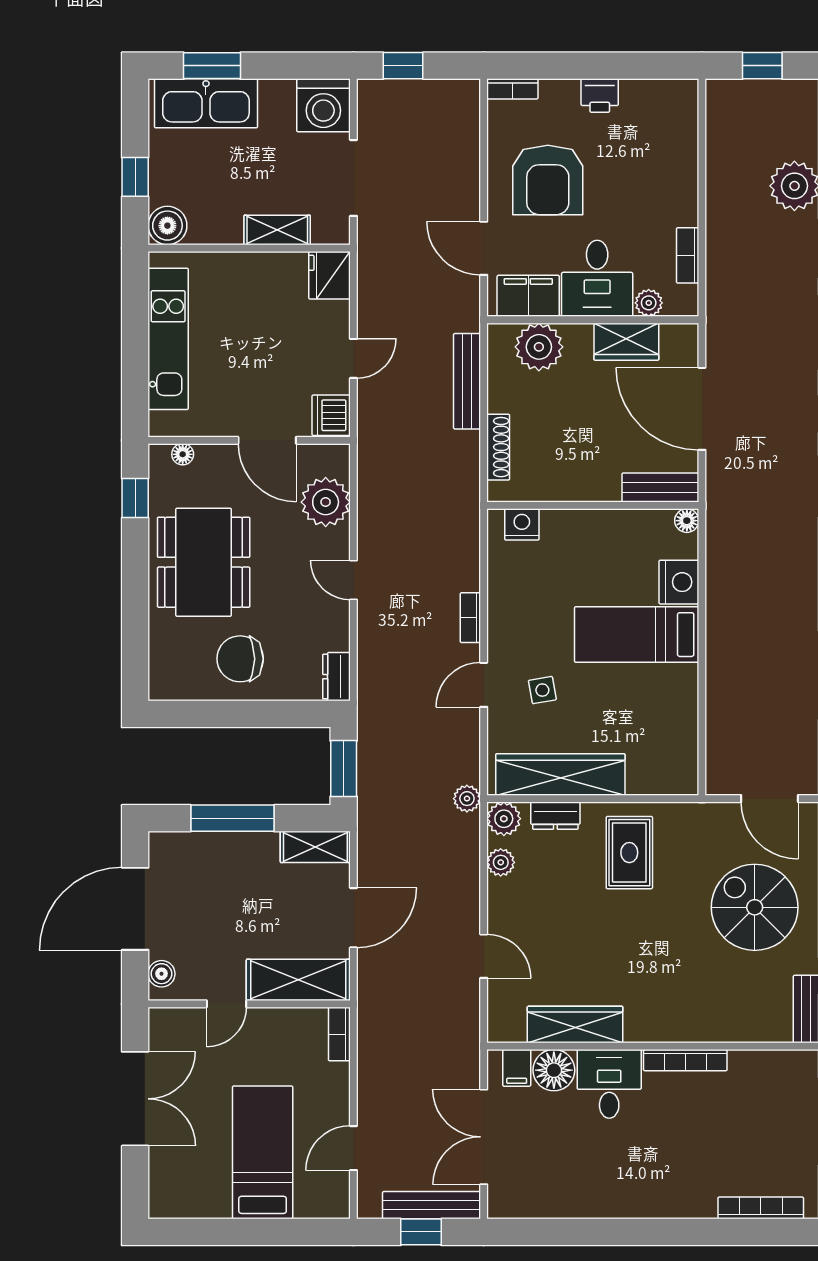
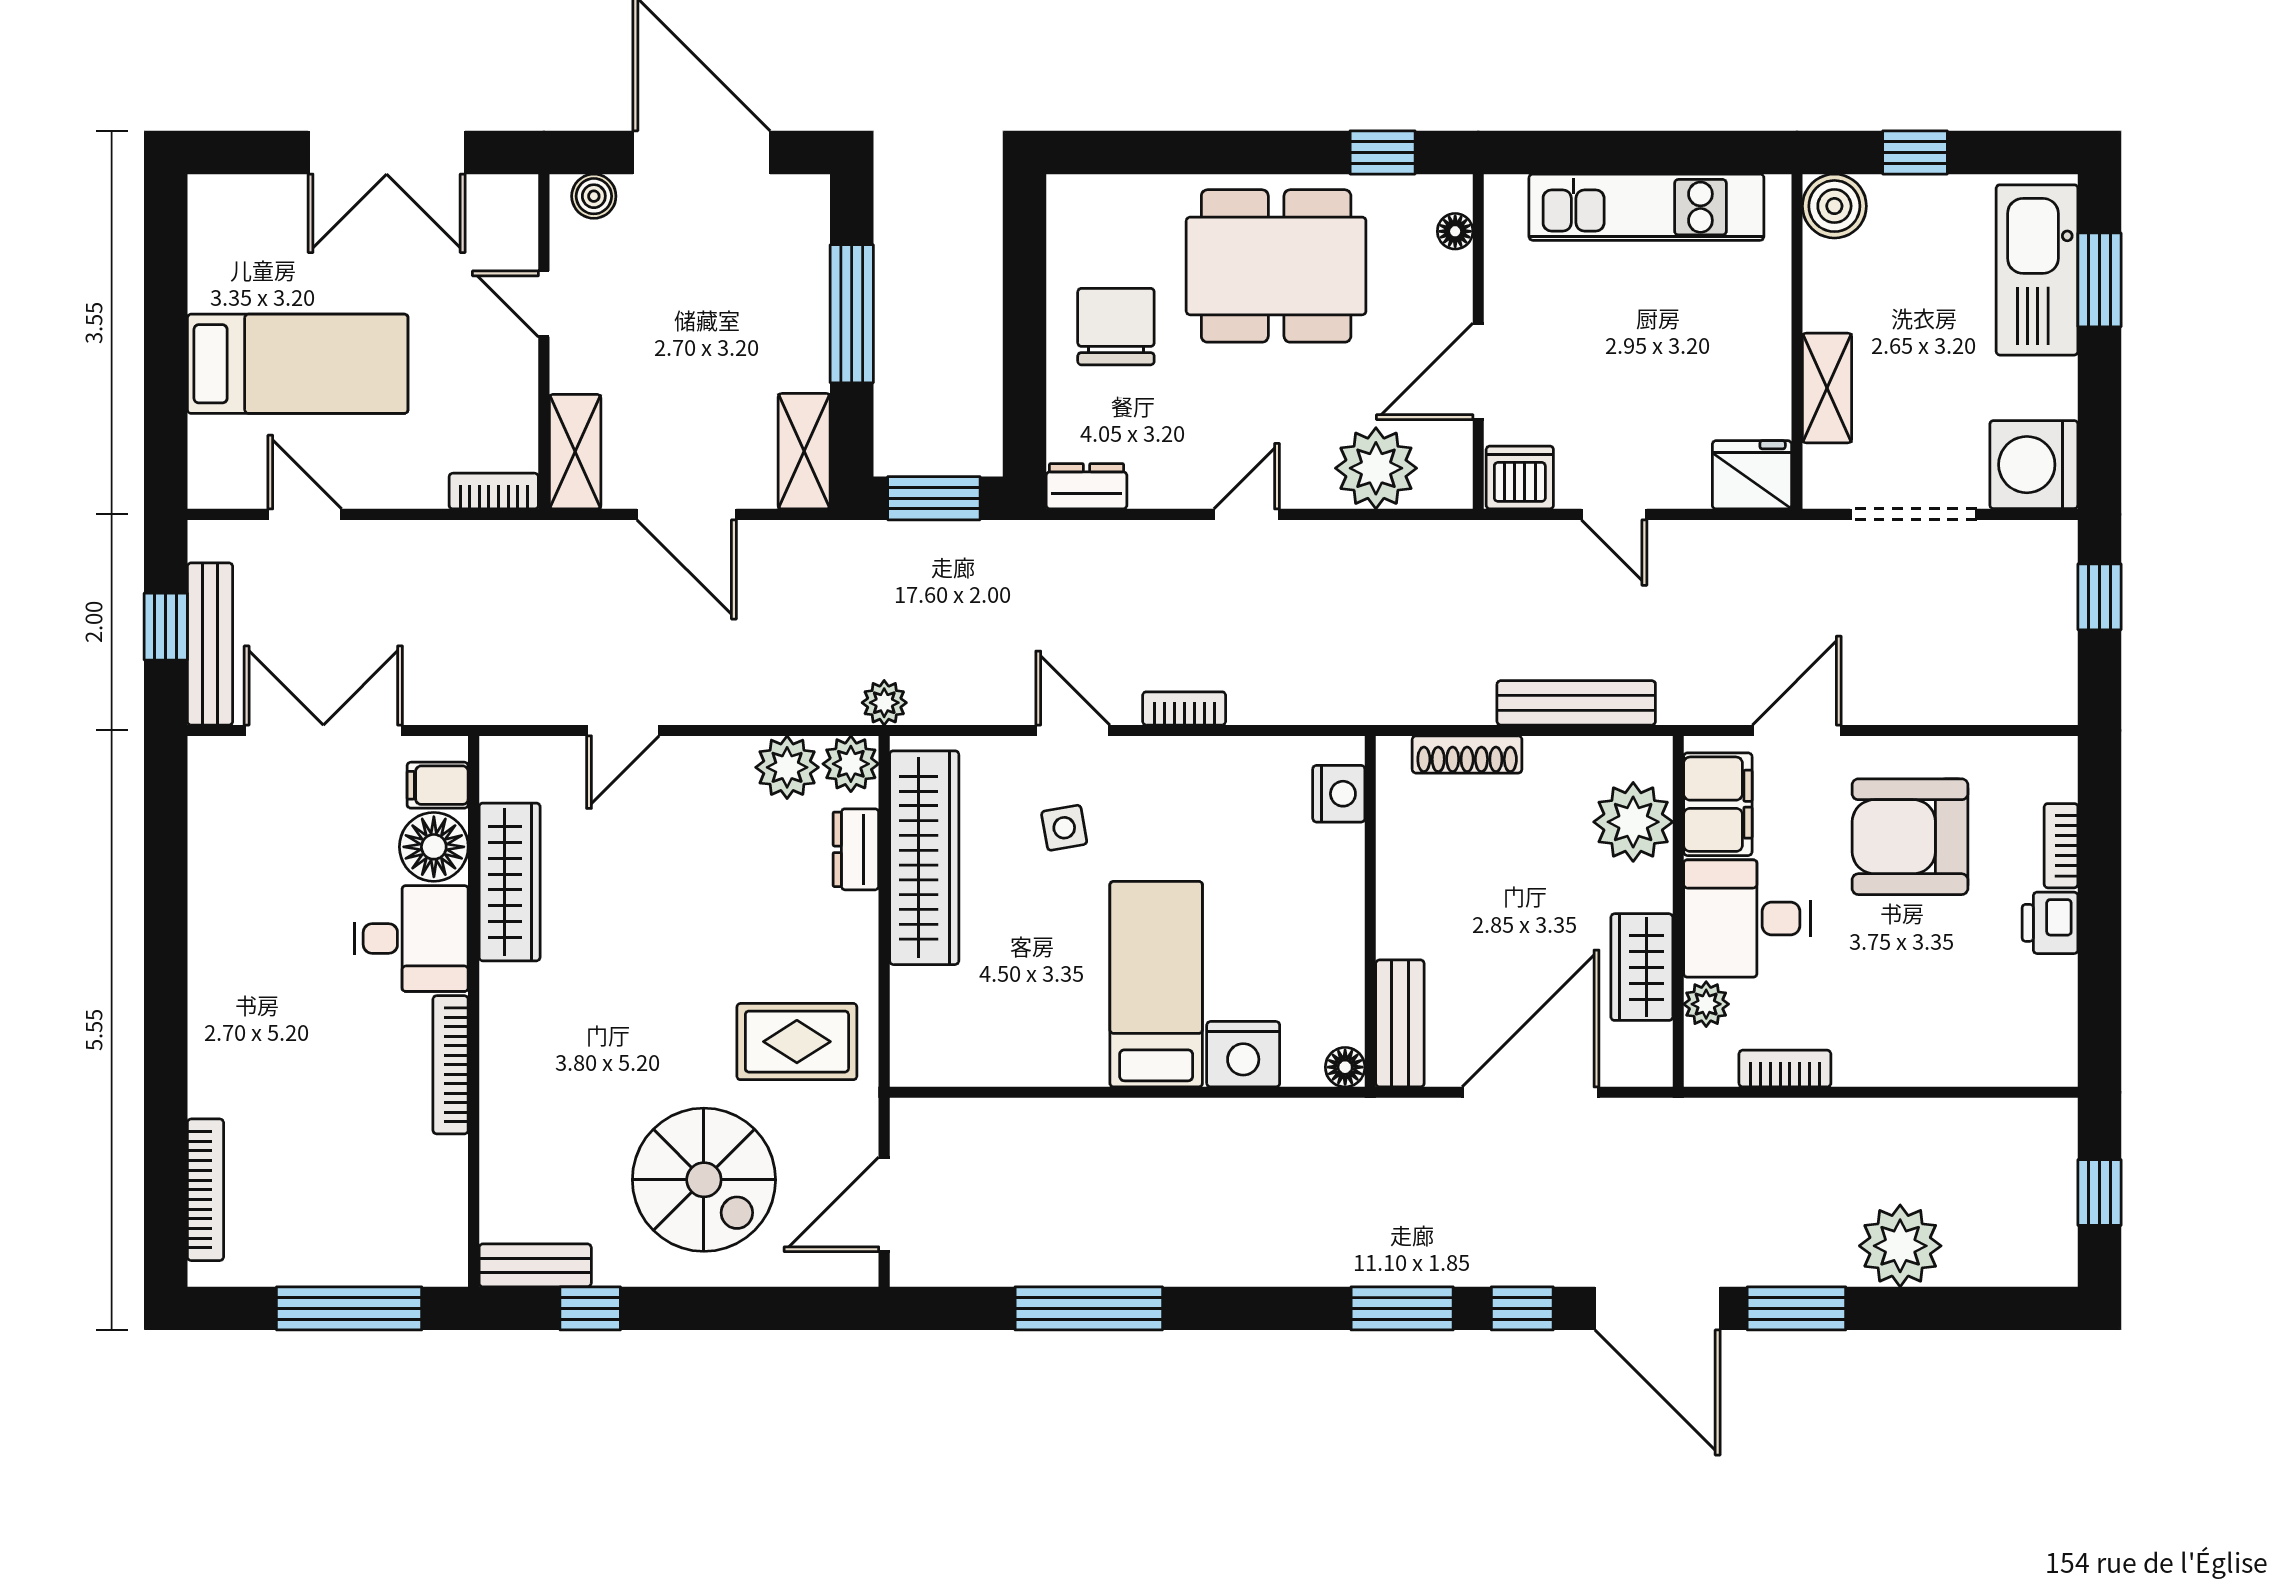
bookcase: (512, 89) -> (2061, 846), moved
rug: (629, 853) -> (797, 1042), moved
plant: (501, 862) -> (787, 767), width x1.38, depth x1.38
spiral stairs: (755, 907) -> (704, 1180), turned 90
shelving: (298, 980) -> (575, 452), width x0.67, depth x0.75

